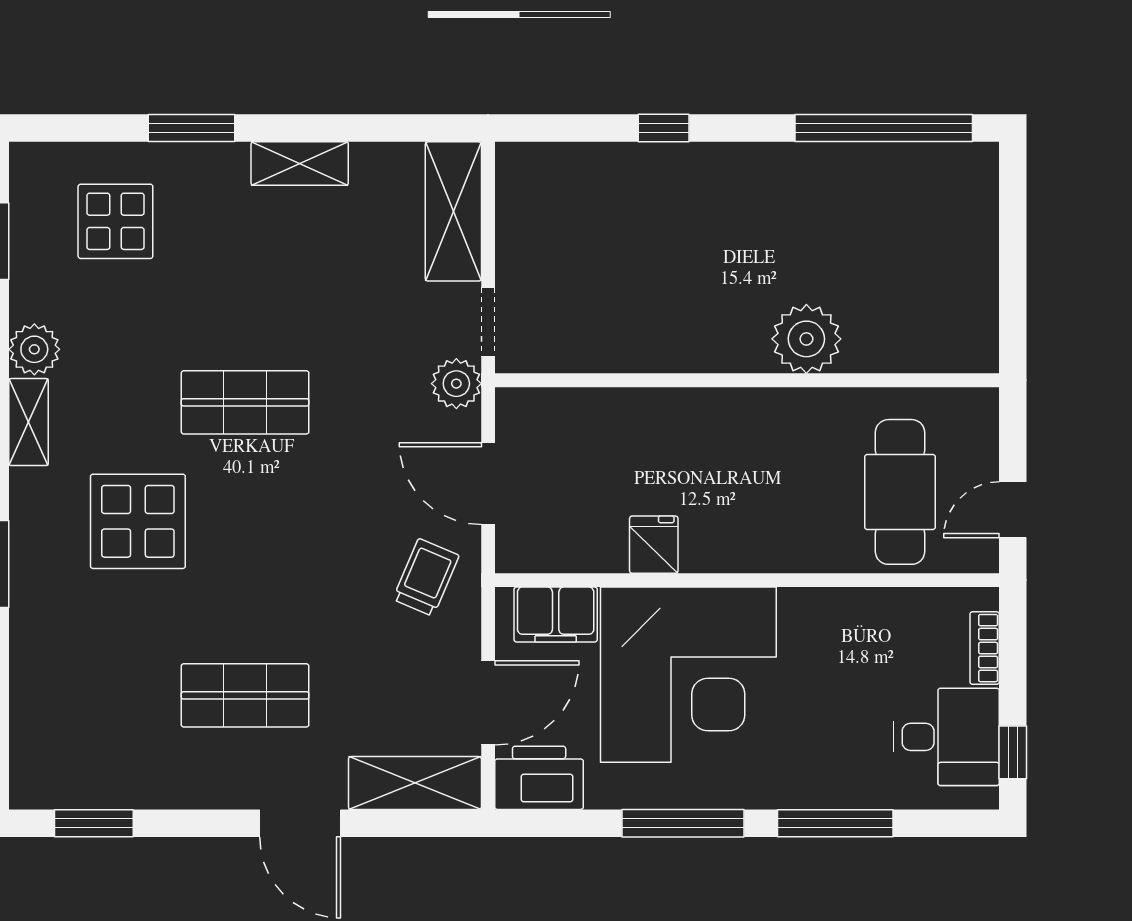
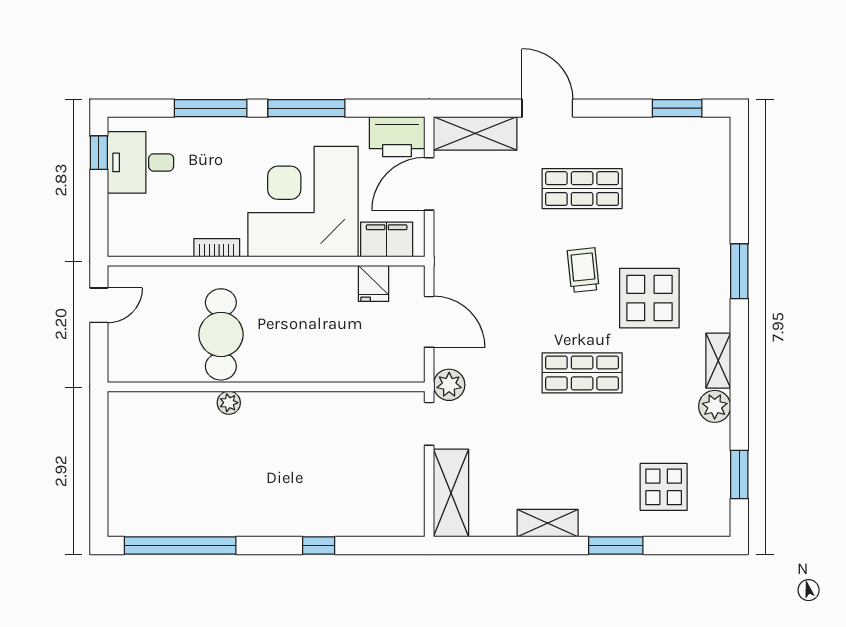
plant: (806, 339) -> (229, 403), width x0.53, depth x0.53
cafe table: (900, 492) -> (221, 334), moved
fridge: (654, 545) -> (373, 283), moved
trolley: (426, 577) -> (583, 270), moved, turned 151
bookcase: (985, 648) -> (217, 248), moved, turned -90

